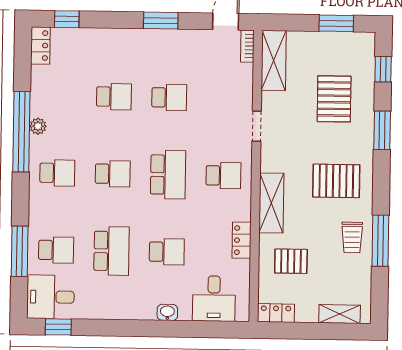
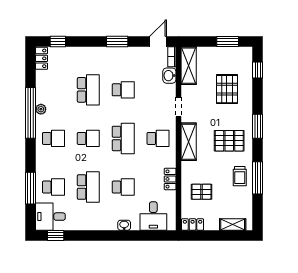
washbasin: (243, 76) -> (169, 76), added
school desk: (114, 97) -> (88, 90), width x1.85
window: (382, 130) -> (258, 126), moved
shelving: (271, 203) -> (189, 142), moved

